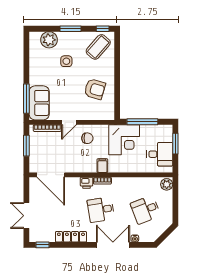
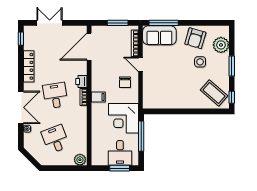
armchair: (95, 89) -> (195, 38), moved
desk: (160, 154) -> (120, 153), moved

